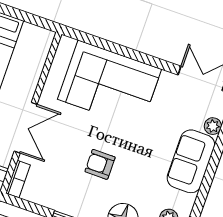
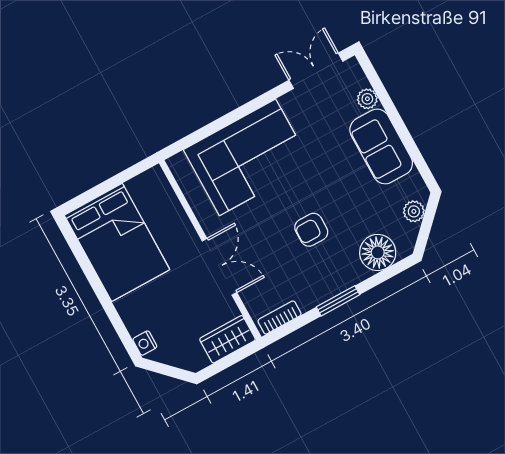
bookcase: (18, 179) -> (279, 318), moved, turned -90

